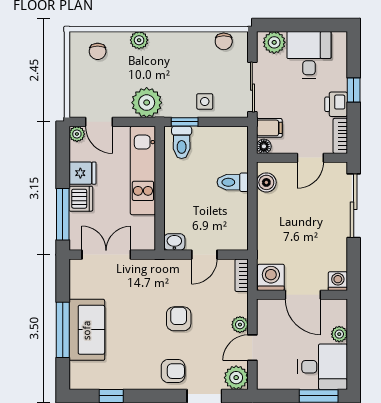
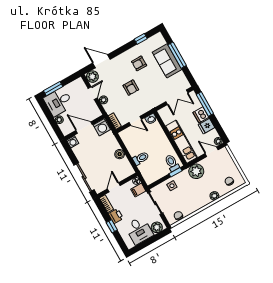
boiler: (266, 182) -> (120, 154), moved
door: (204, 255) -> (135, 121), swing flipped
armchair: (173, 371) -> (139, 63), moved

